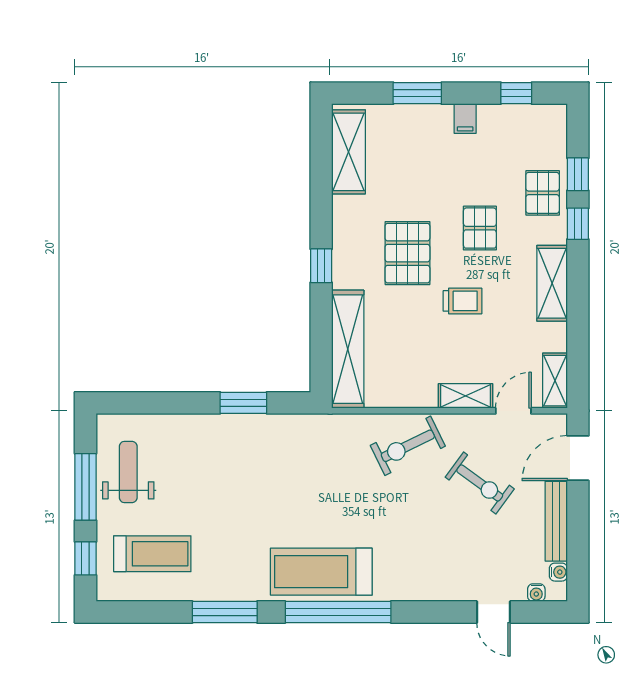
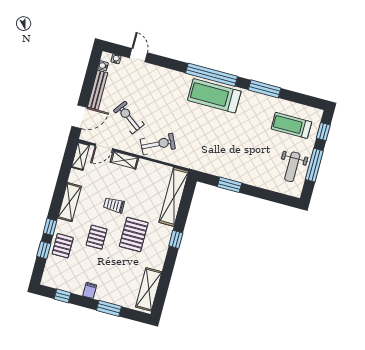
treadmill: (321, 572) -> (214, 96), turned 180

